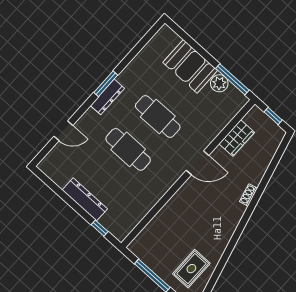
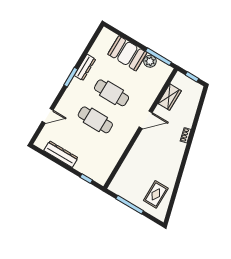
dresser: (107, 97) -> (85, 67), moved
dresser: (85, 199) -> (61, 154), moved

